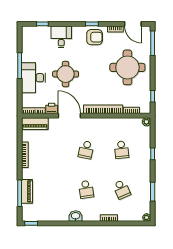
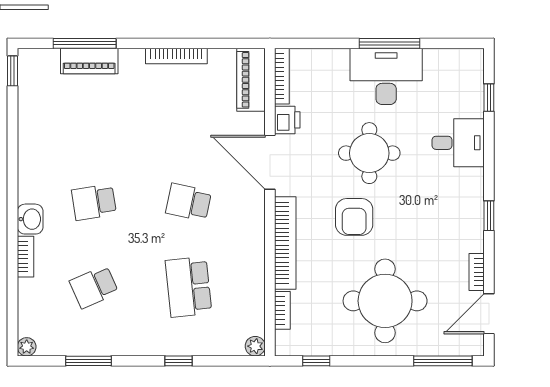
armchair: (95, 37) -> (354, 217), moved
desk: (33, 78) -> (386, 76), moved
door: (69, 116) -> (270, 162), swing flipped
school desk: (122, 150) -> (189, 287), width x1.85
washbasin: (76, 216) -> (30, 219), moved

